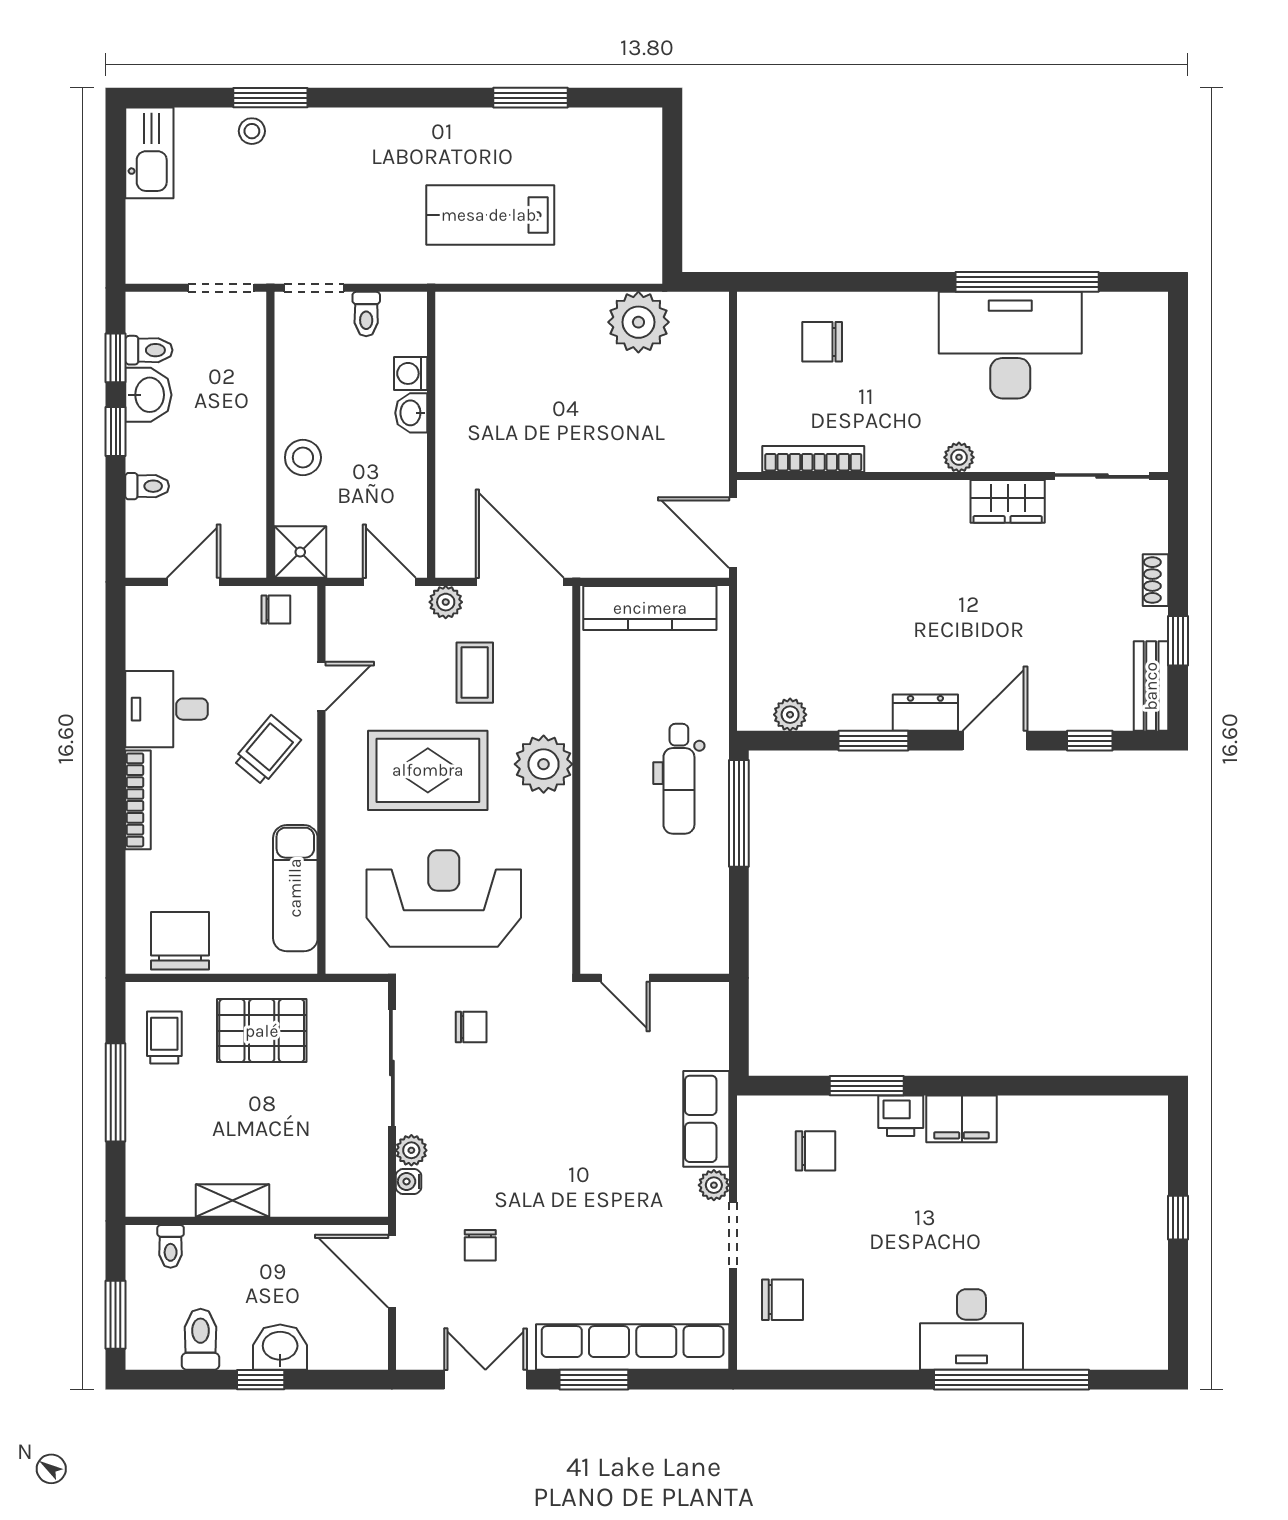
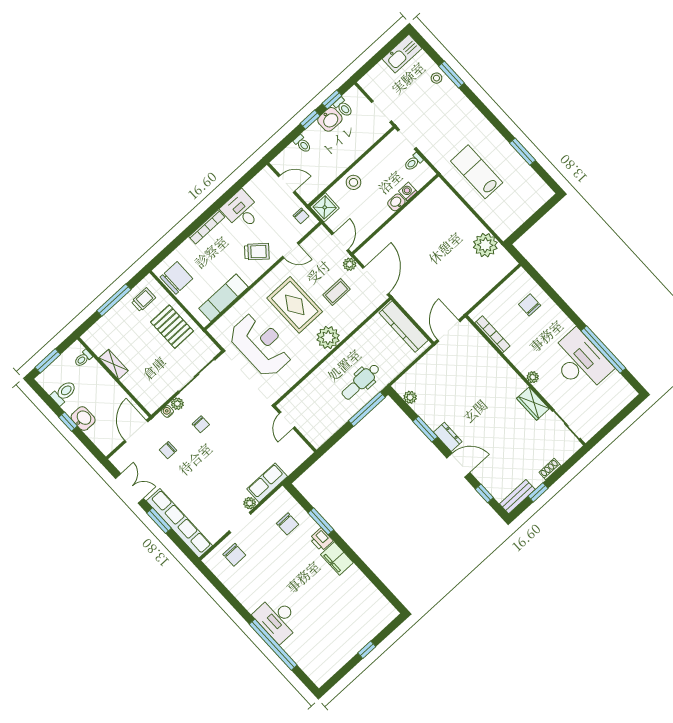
chair: (471, 1027) -> (201, 424), moved

